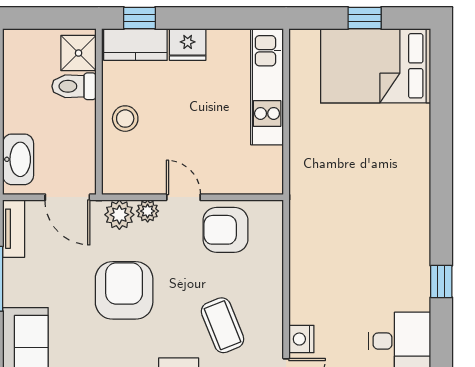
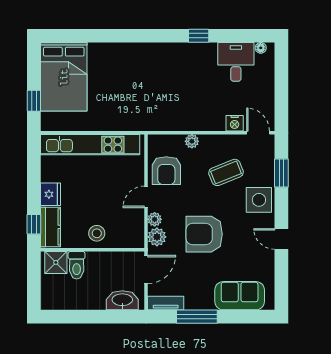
window: (365, 18) -> (34, 101), moved
kitchen unit: (267, 87) -> (90, 145), width x1.36
plant: (272, 271) -> (192, 141), added

